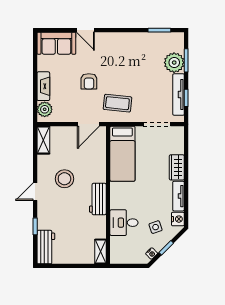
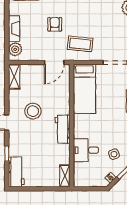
armchair: (89, 81) -> (55, 24), turned 180

